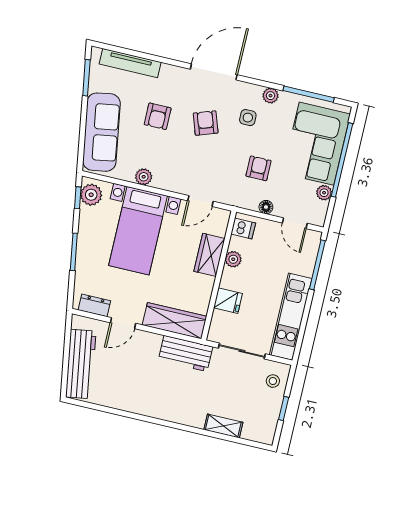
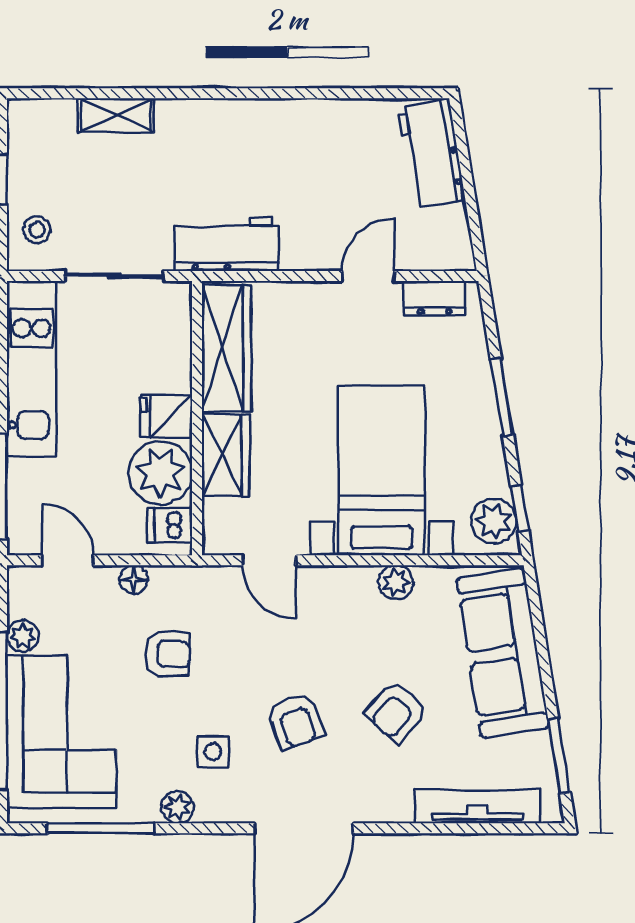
armchair: (158, 116) -> (396, 712), turned -139
armchair: (259, 168) -> (167, 654), turned -90
door: (200, 201) -> (269, 560), swing flipped
plant: (233, 259) -> (160, 473), width x1.87, depth x1.87
fridge: (228, 301) -> (166, 416), moved
wardrobe: (174, 321) -> (226, 348), moved, turned -90
workbench: (81, 364) -> (431, 154), width x0.73

